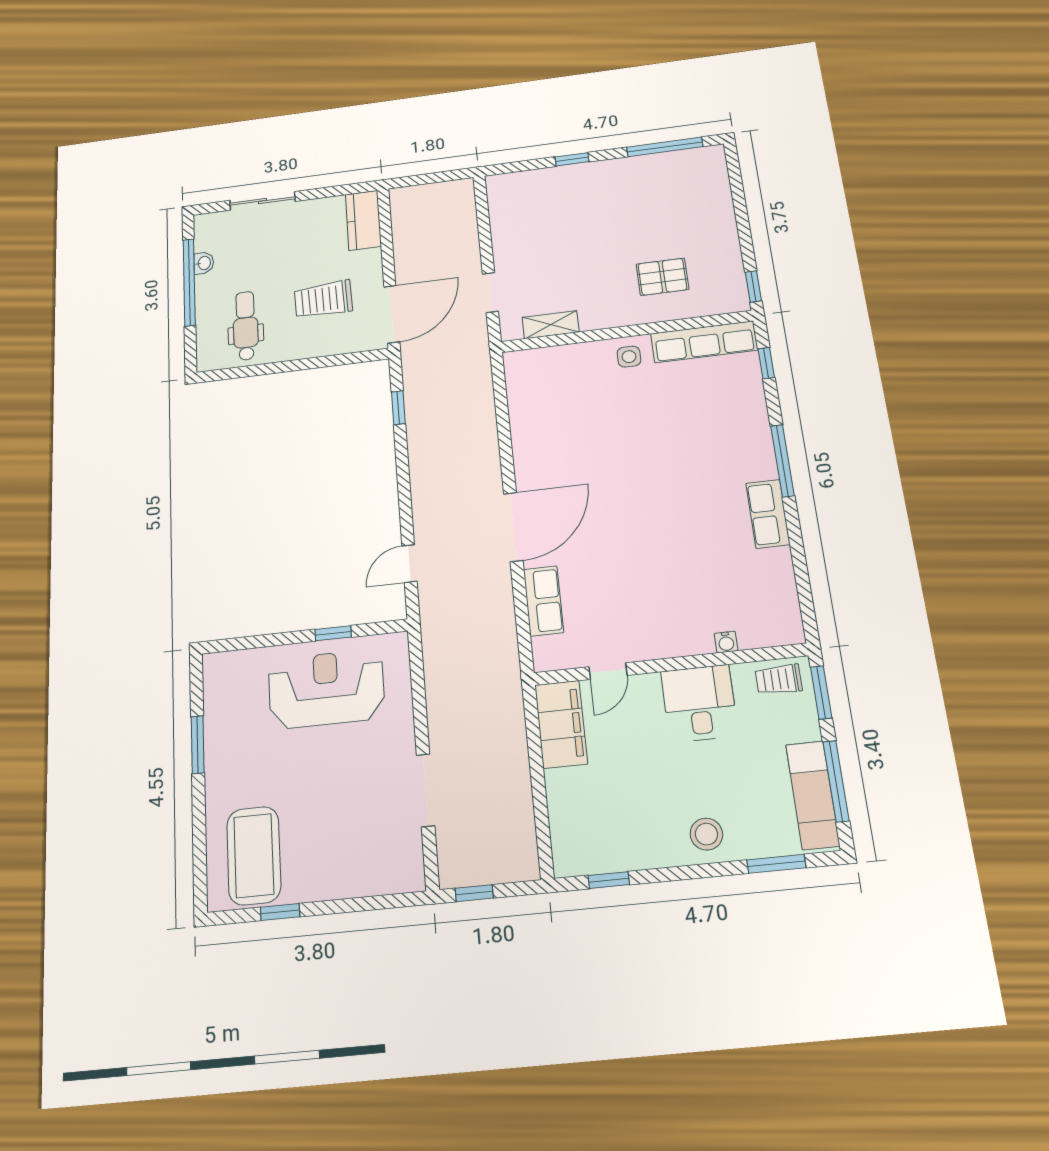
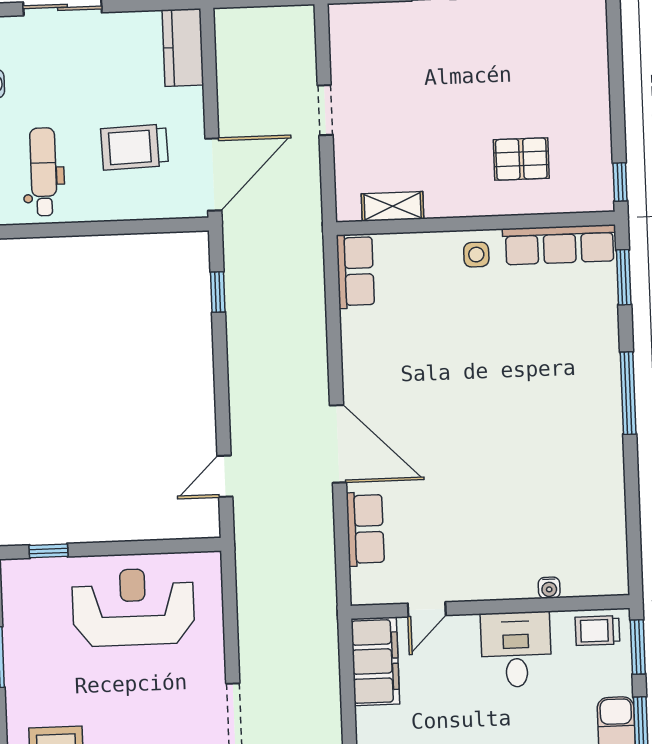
doorway: (490, 293) -> (325, 110), moved
window: (766, 363) -> (624, 277), width x1.50
row of seats: (768, 514) -> (355, 271), moved, turned 180
door: (513, 527) -> (338, 444), hinge flipped
window: (333, 633) -> (49, 551), moved

